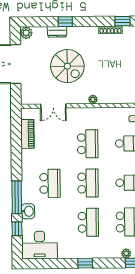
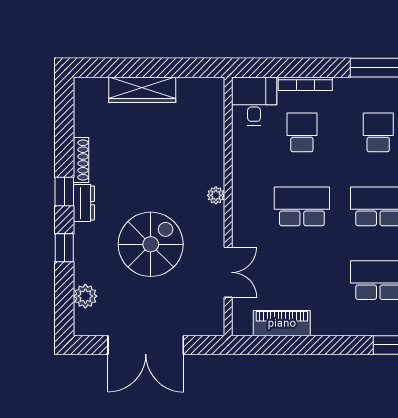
window: (123, 21) -> (64, 191), moved
dresser: (57, 32) -> (84, 203), moved
plant: (26, 33) -> (85, 296), moved

